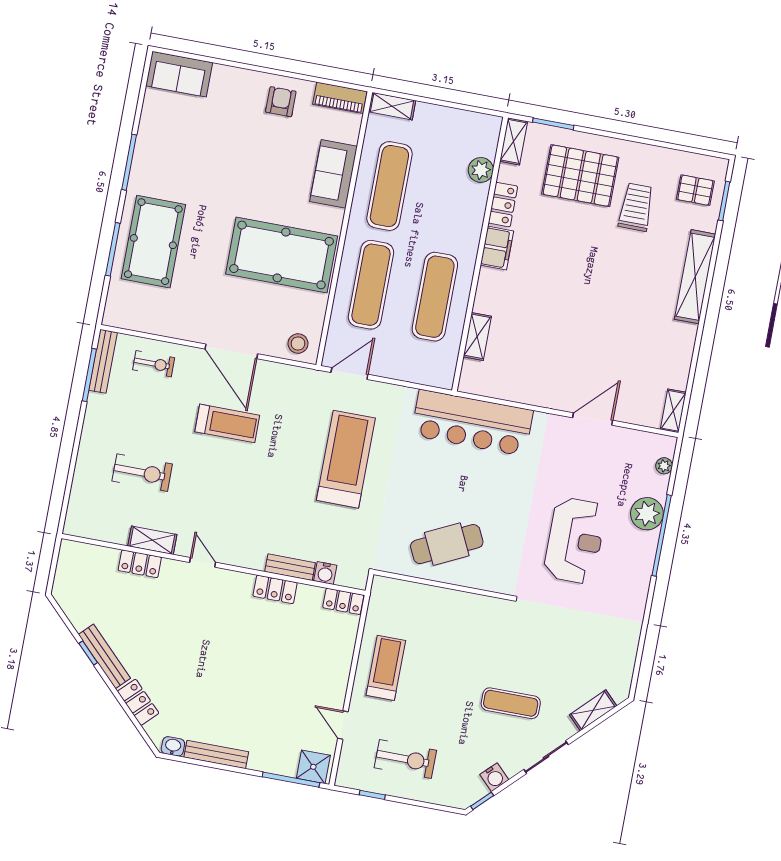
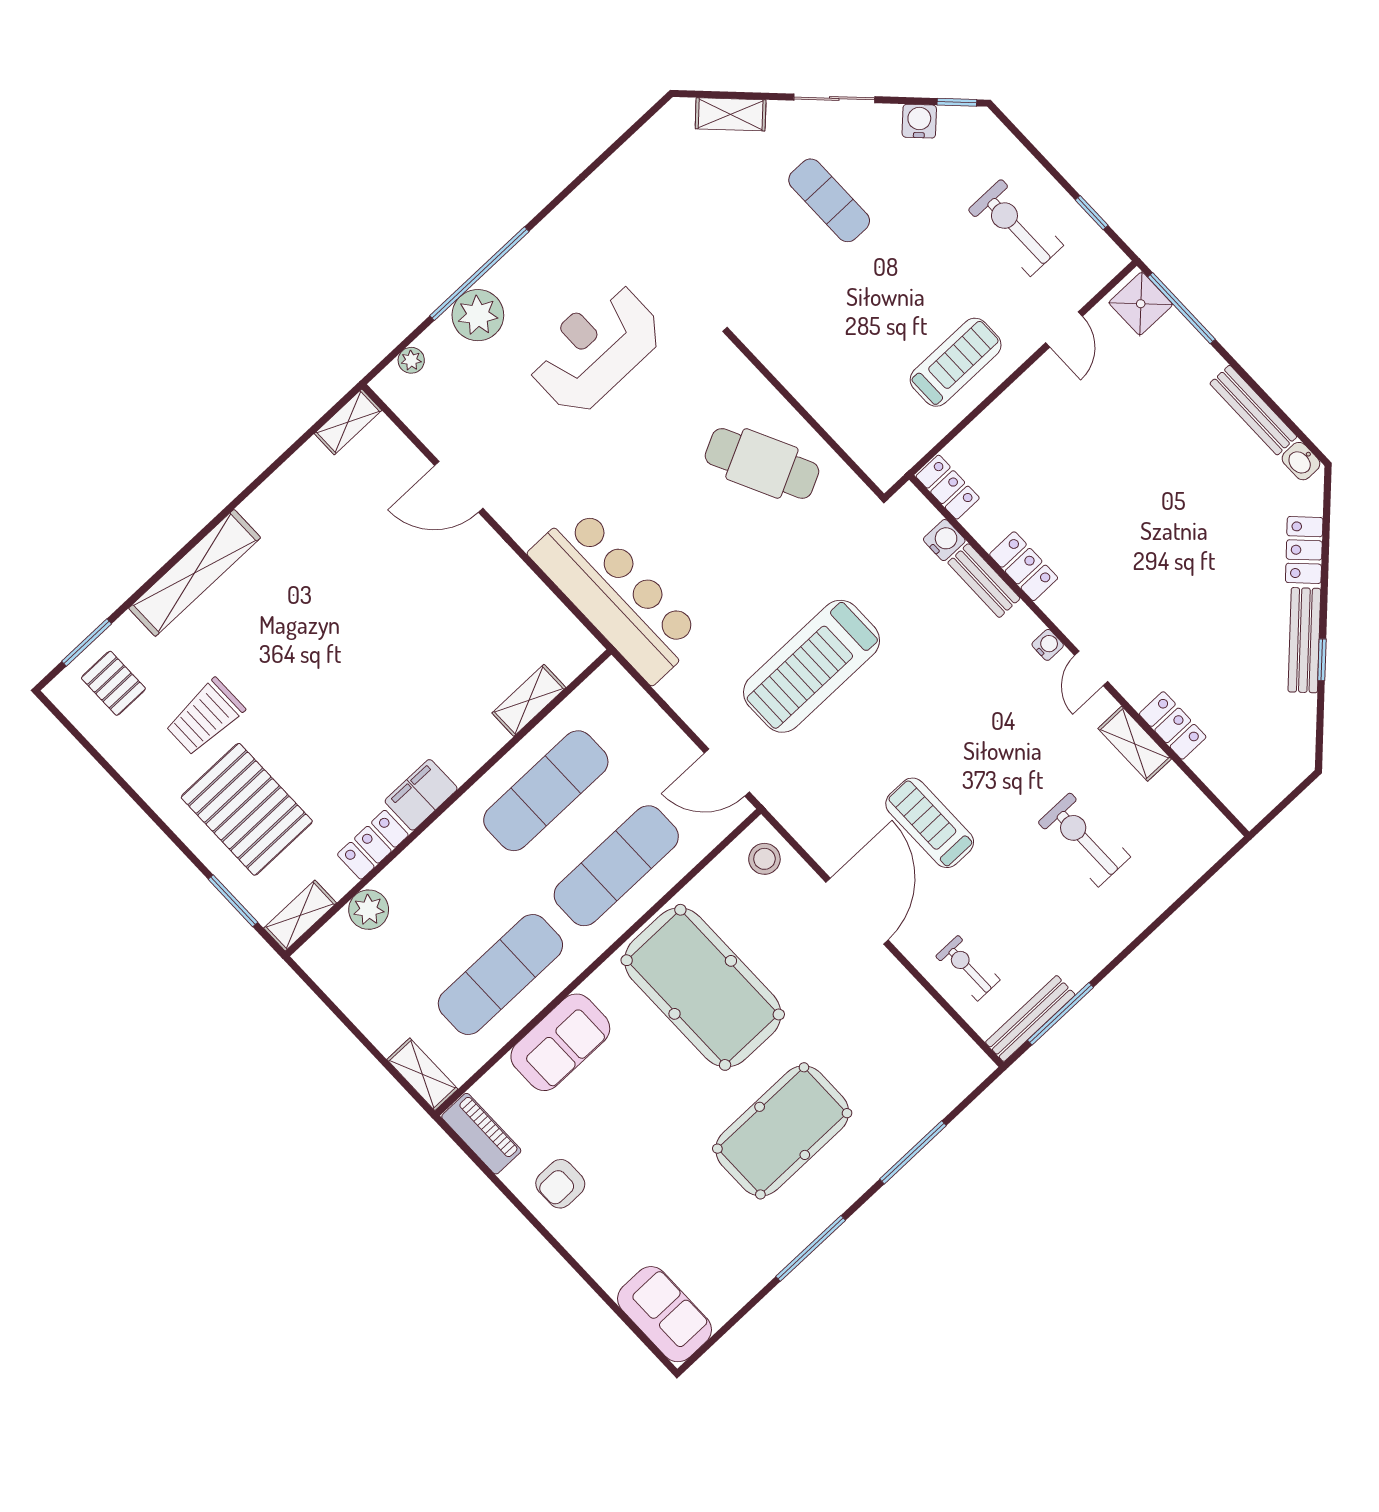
pool table: (153, 242) -> (782, 1131), moved
water cooler: (233, 558) -> (1048, 645), added
treadmill: (386, 668) -> (956, 362), turned 180

